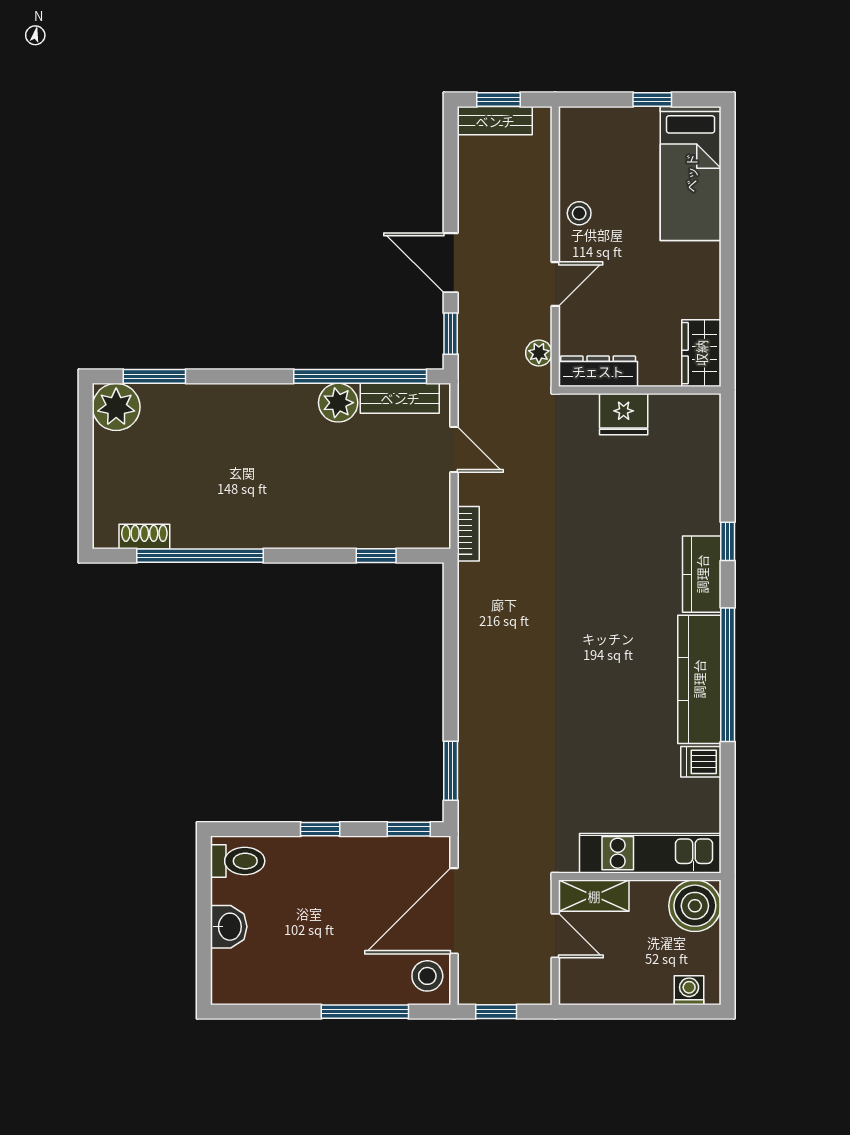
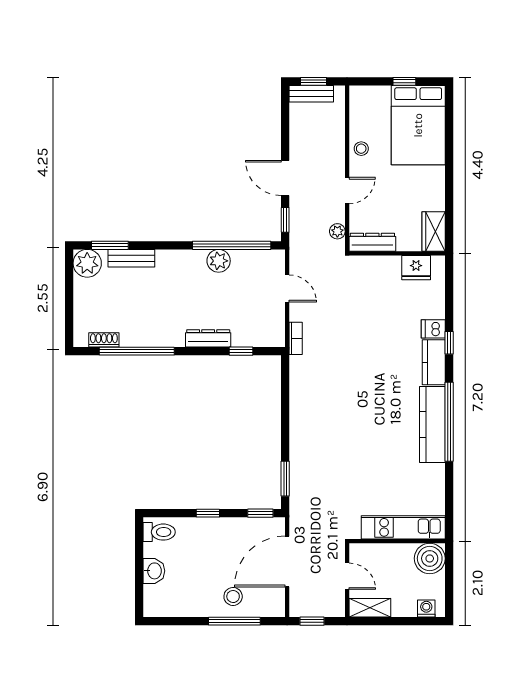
bed: (691, 173) -> (418, 125), width x1.50
bench: (400, 398) -> (131, 258), moved
fridge: (624, 414) -> (416, 268), moved
dresser: (321, 534) -> (208, 338), added
dishwasher: (701, 762) -> (433, 329), moved
shelving: (594, 896) -> (370, 608), moved
stool: (427, 976) -> (233, 597), moved

